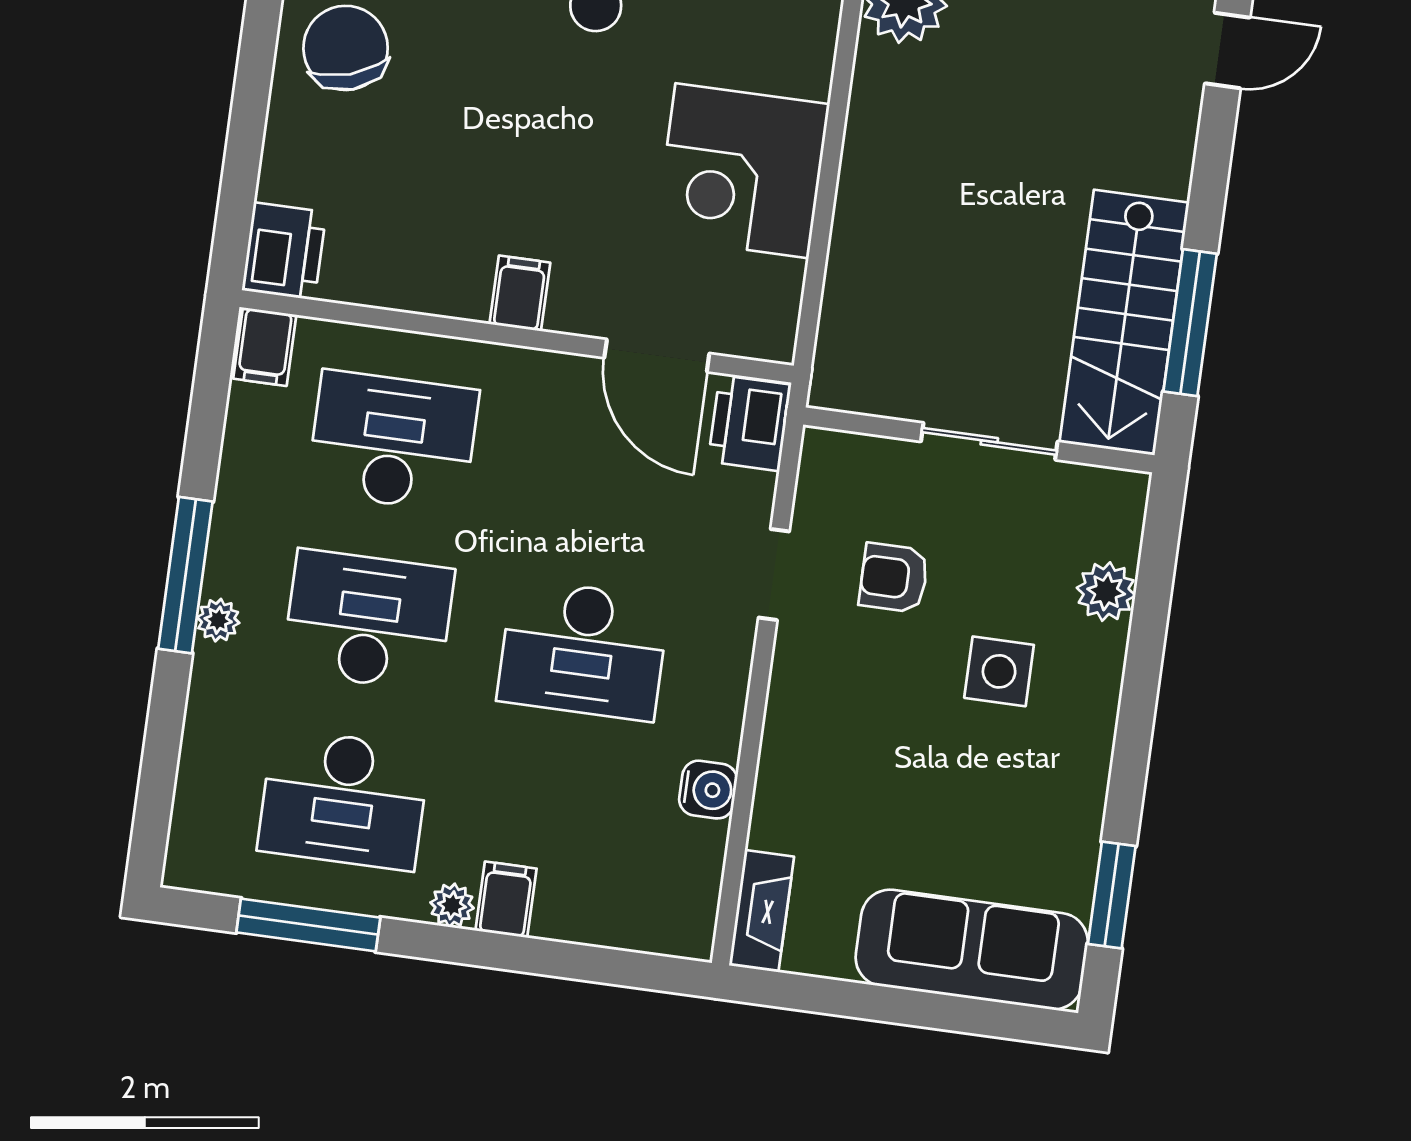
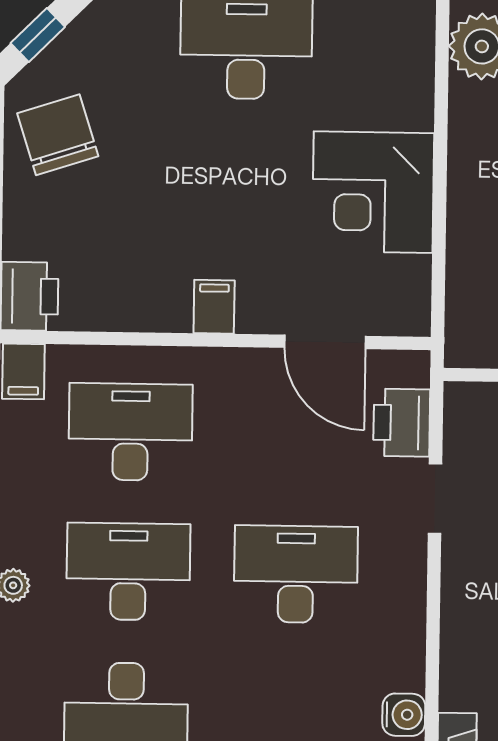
printer: (750, 423) -> (402, 423), moved
desk: (583, 650) -> (296, 574), turned 180
water cooler: (708, 790) -> (404, 715), moved

